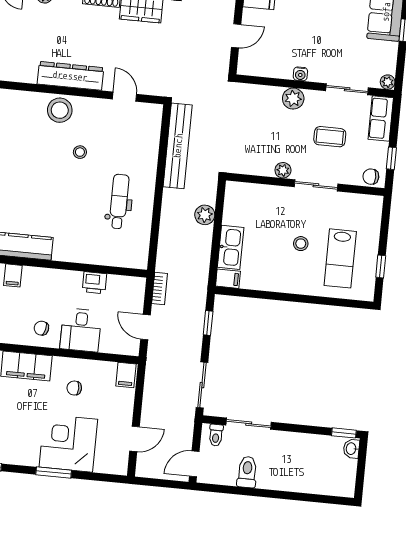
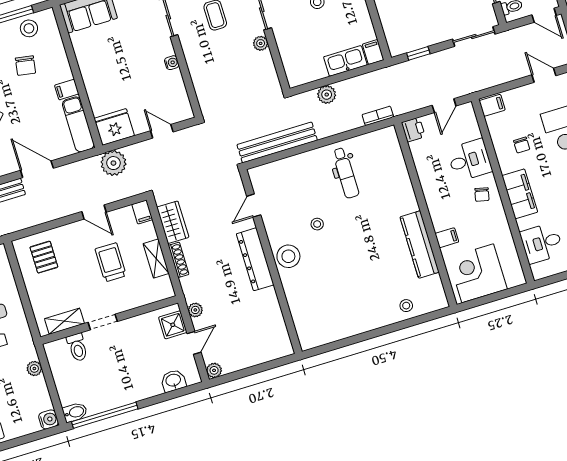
plant: (293, 99) -> (195, 60), removed
dental chair: (119, 201) -> (346, 173), turned -90
printer: (94, 283) -> (413, 130), moved
bookcase: (160, 289) -> (378, 116), moved

